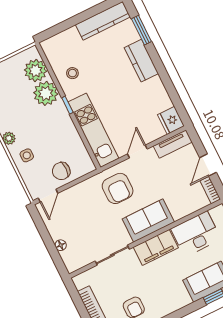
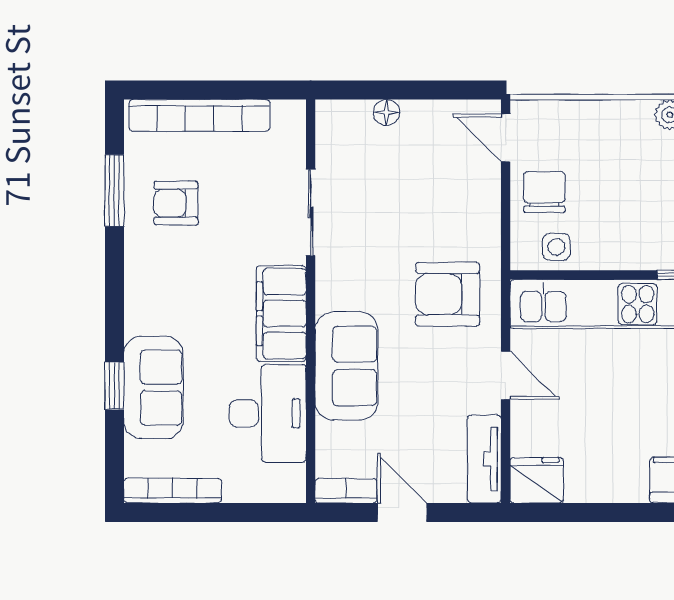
side table: (27, 155) -> (556, 247), moved
sofa: (148, 221) -> (346, 366), moved

